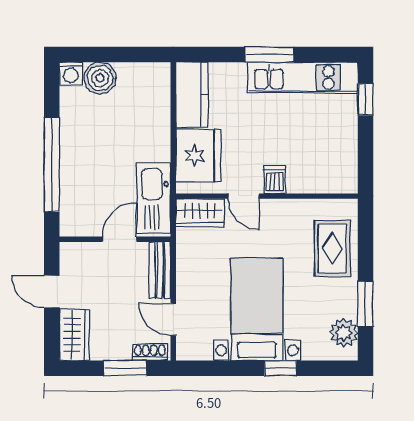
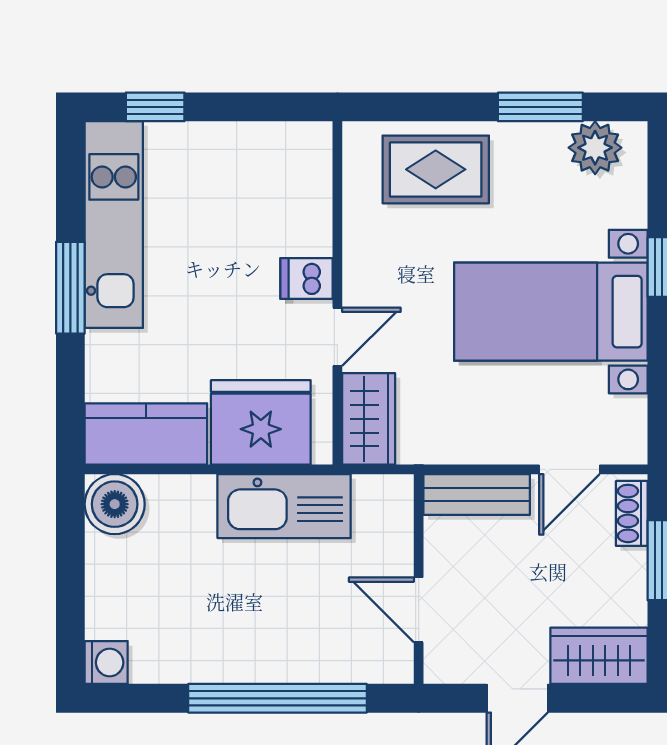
boiler: (100, 78) -> (115, 504), moved
kitchen sink: (154, 198) -> (284, 506), moved
door: (119, 239) -> (419, 610), moved

